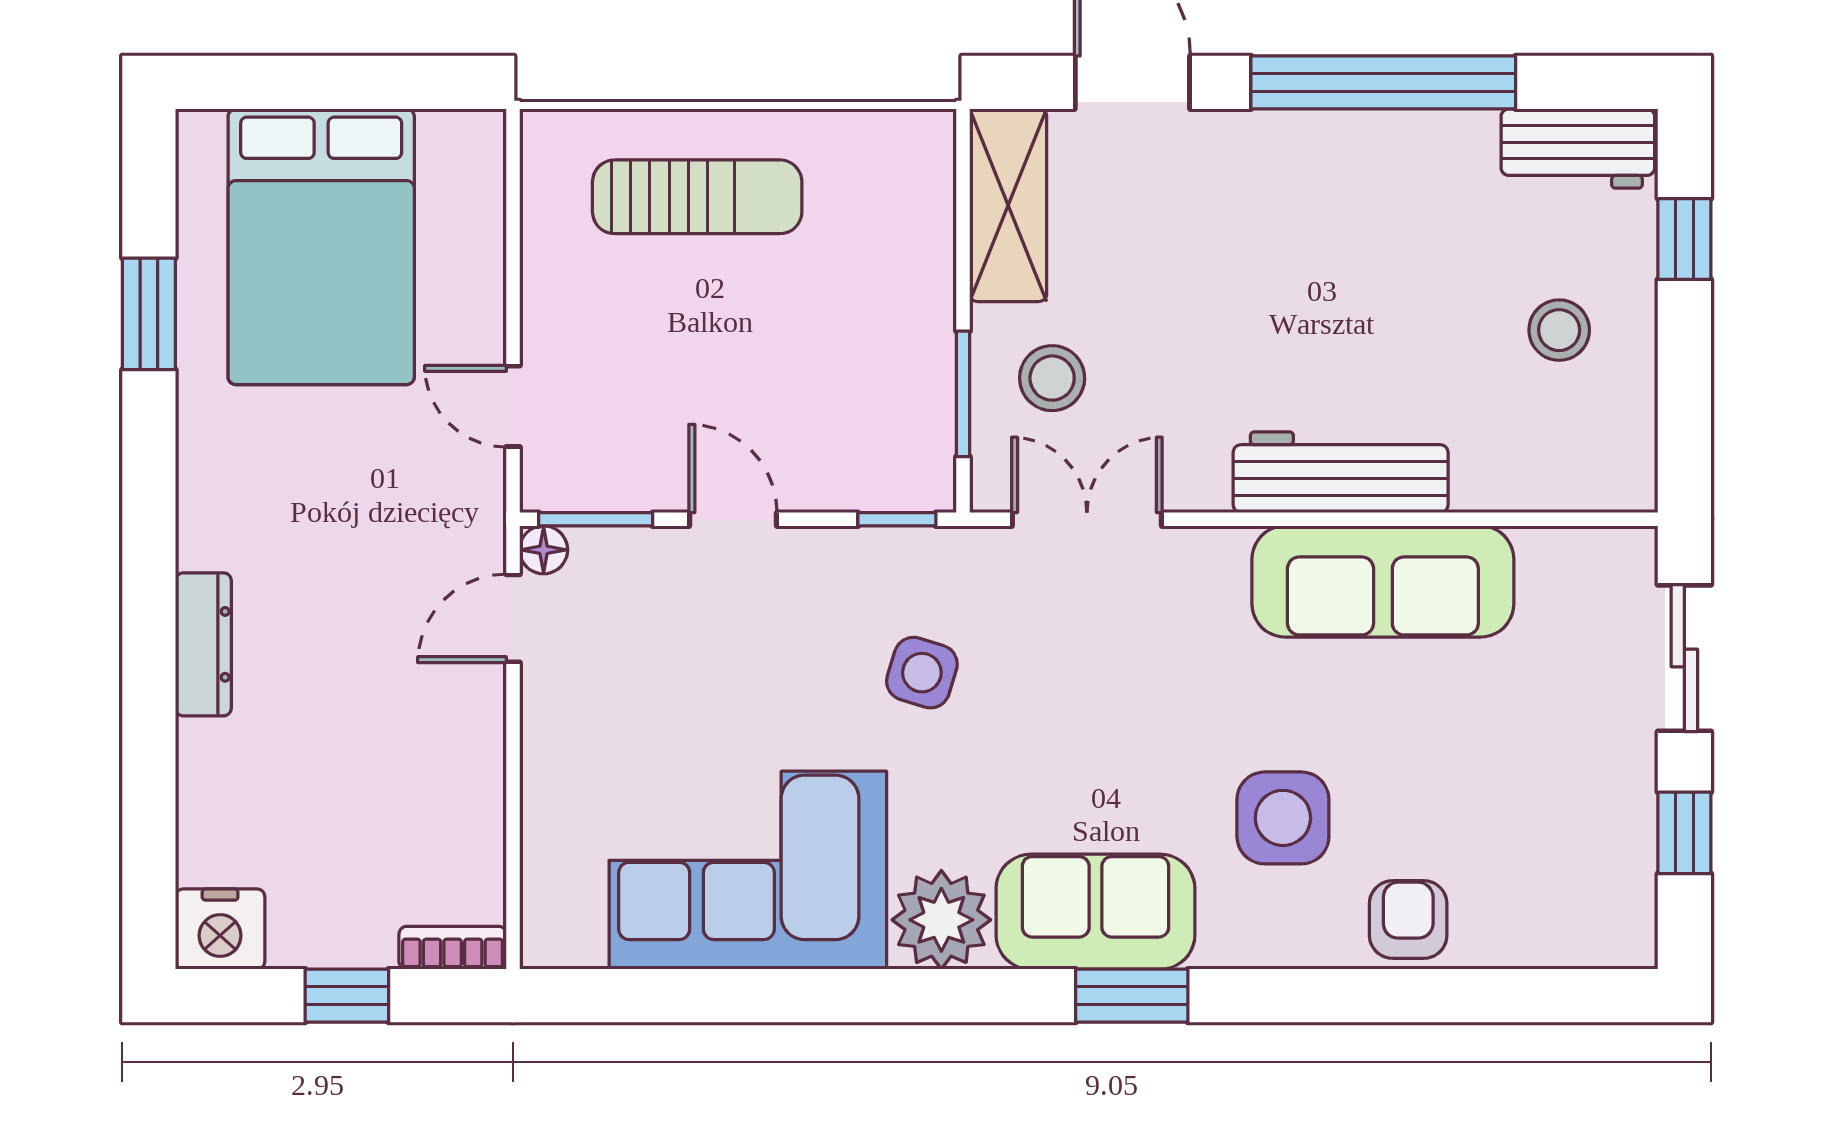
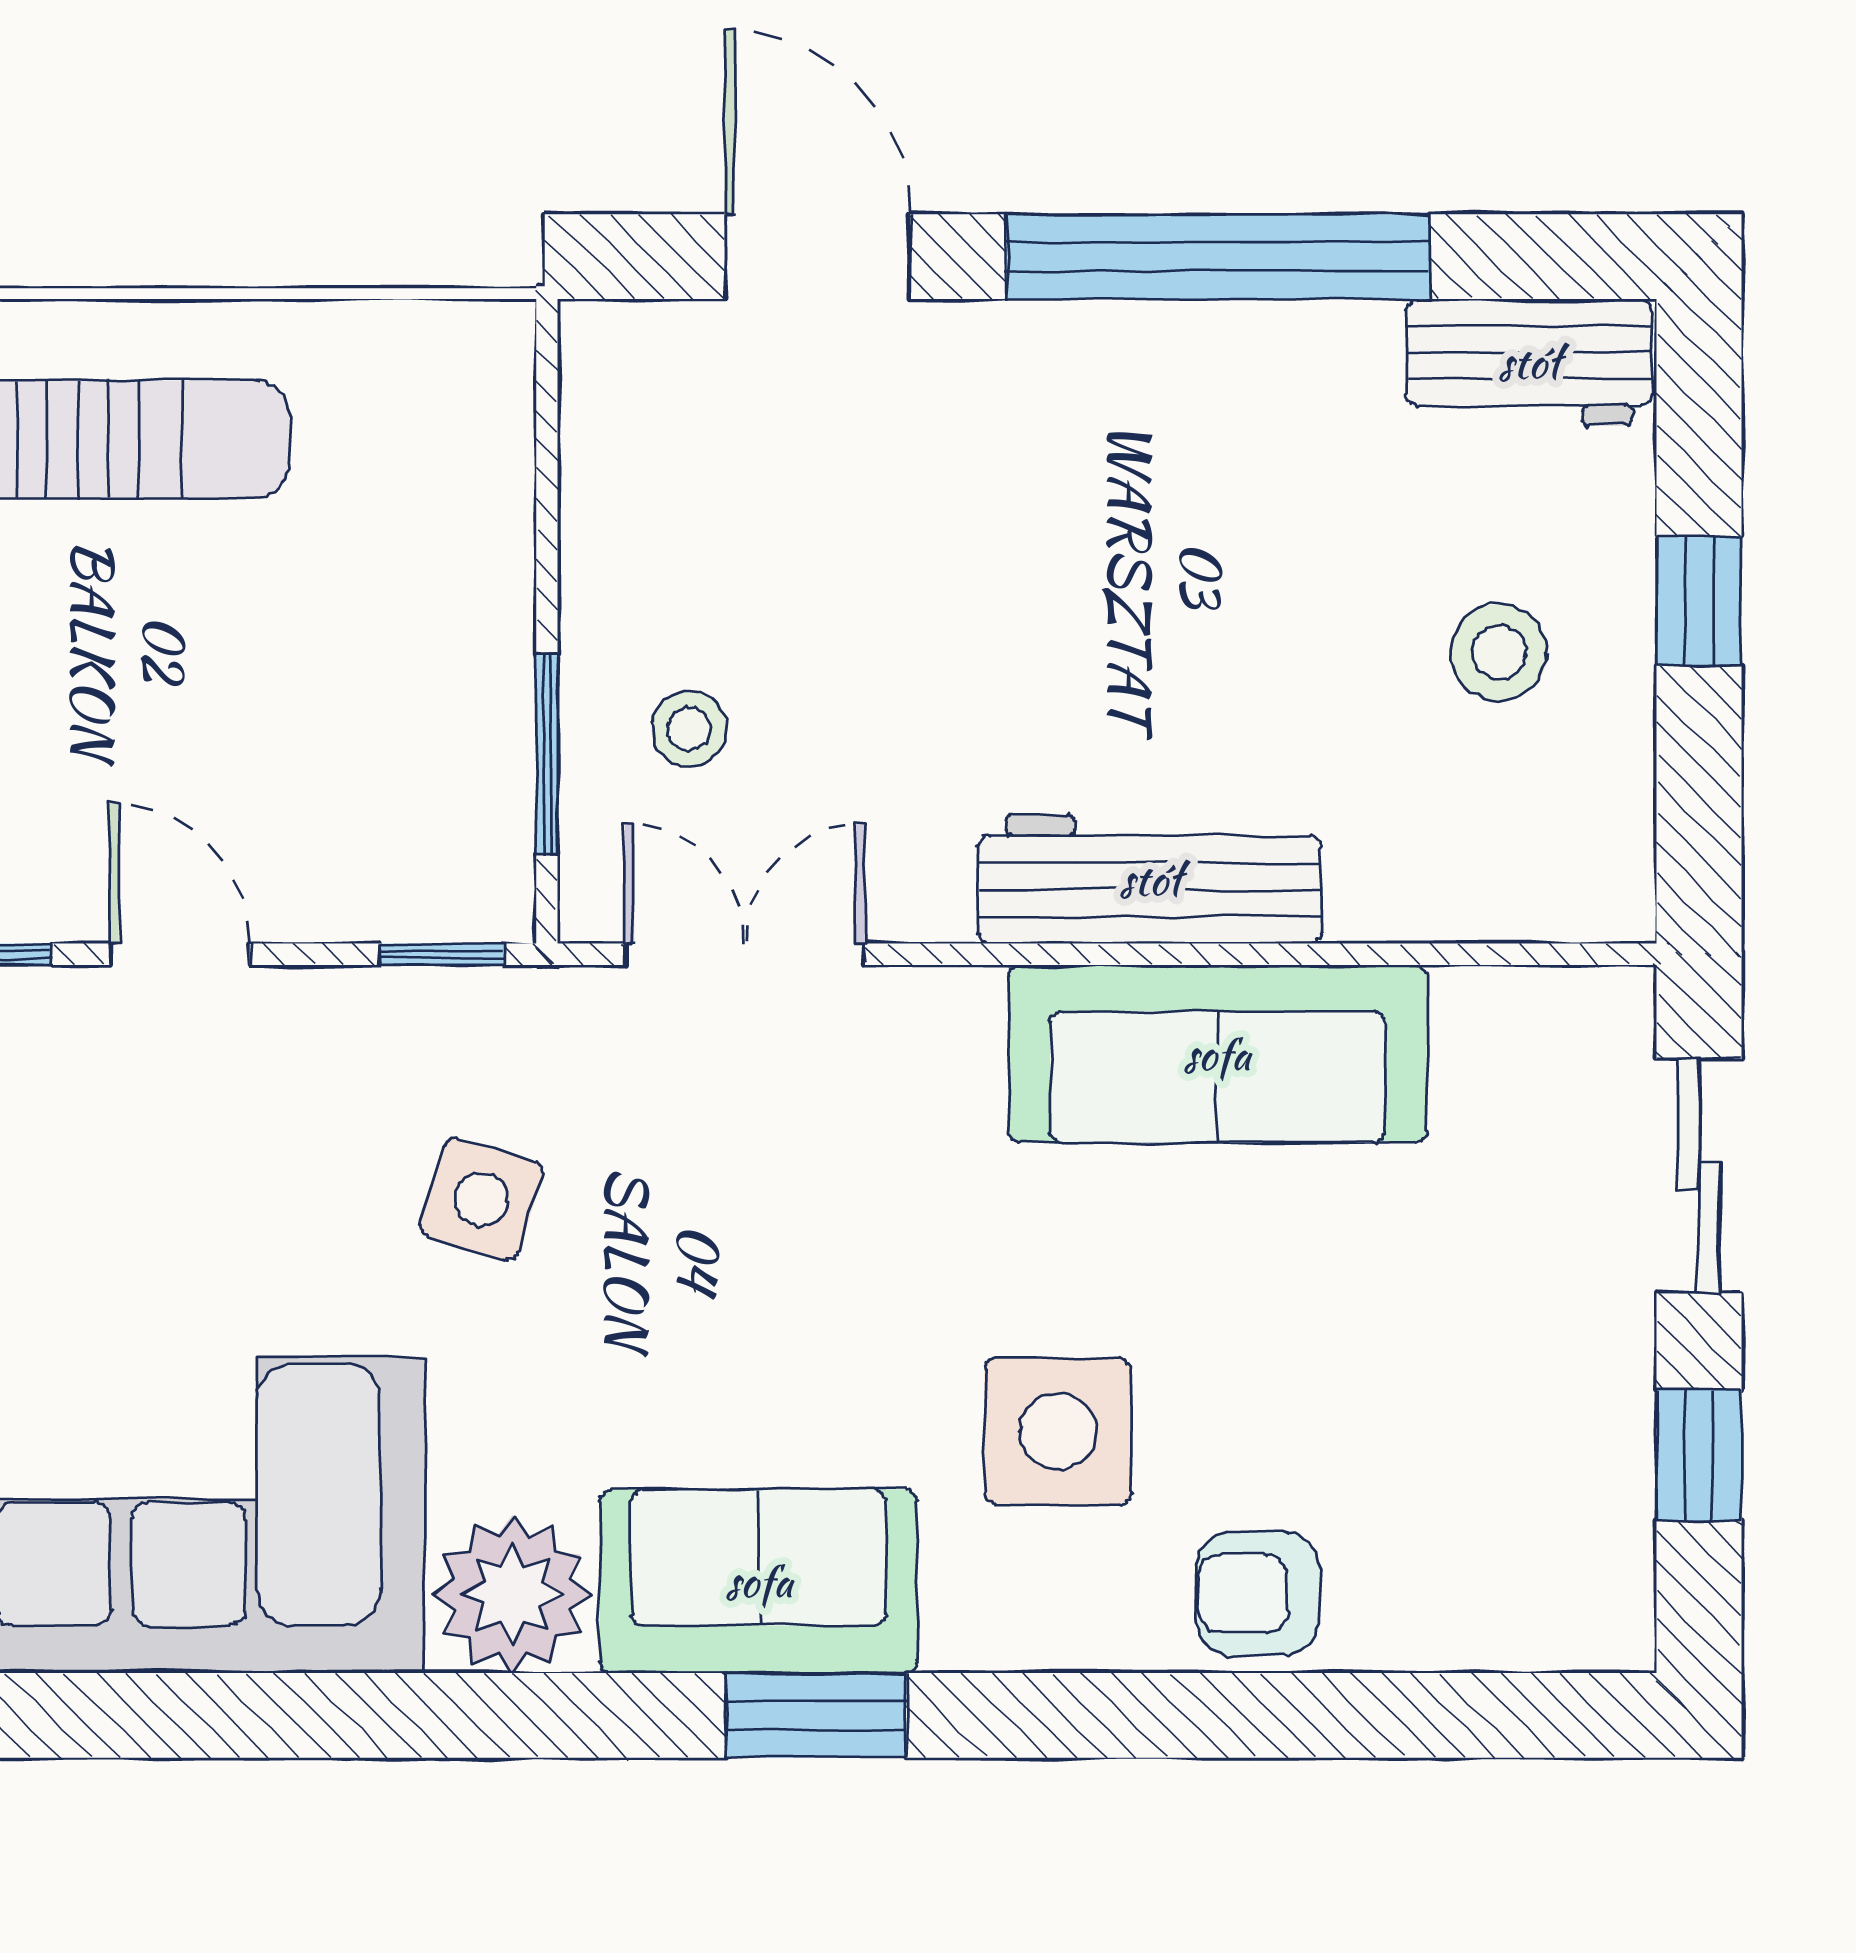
shelving: (1008, 205) -> (619, 453), removed
window: (1684, 239) -> (1699, 601), moved
stool: (1052, 378) -> (689, 729), width x0.73, depth x0.73
armchair: (1408, 920) -> (1258, 1594), turned -90

